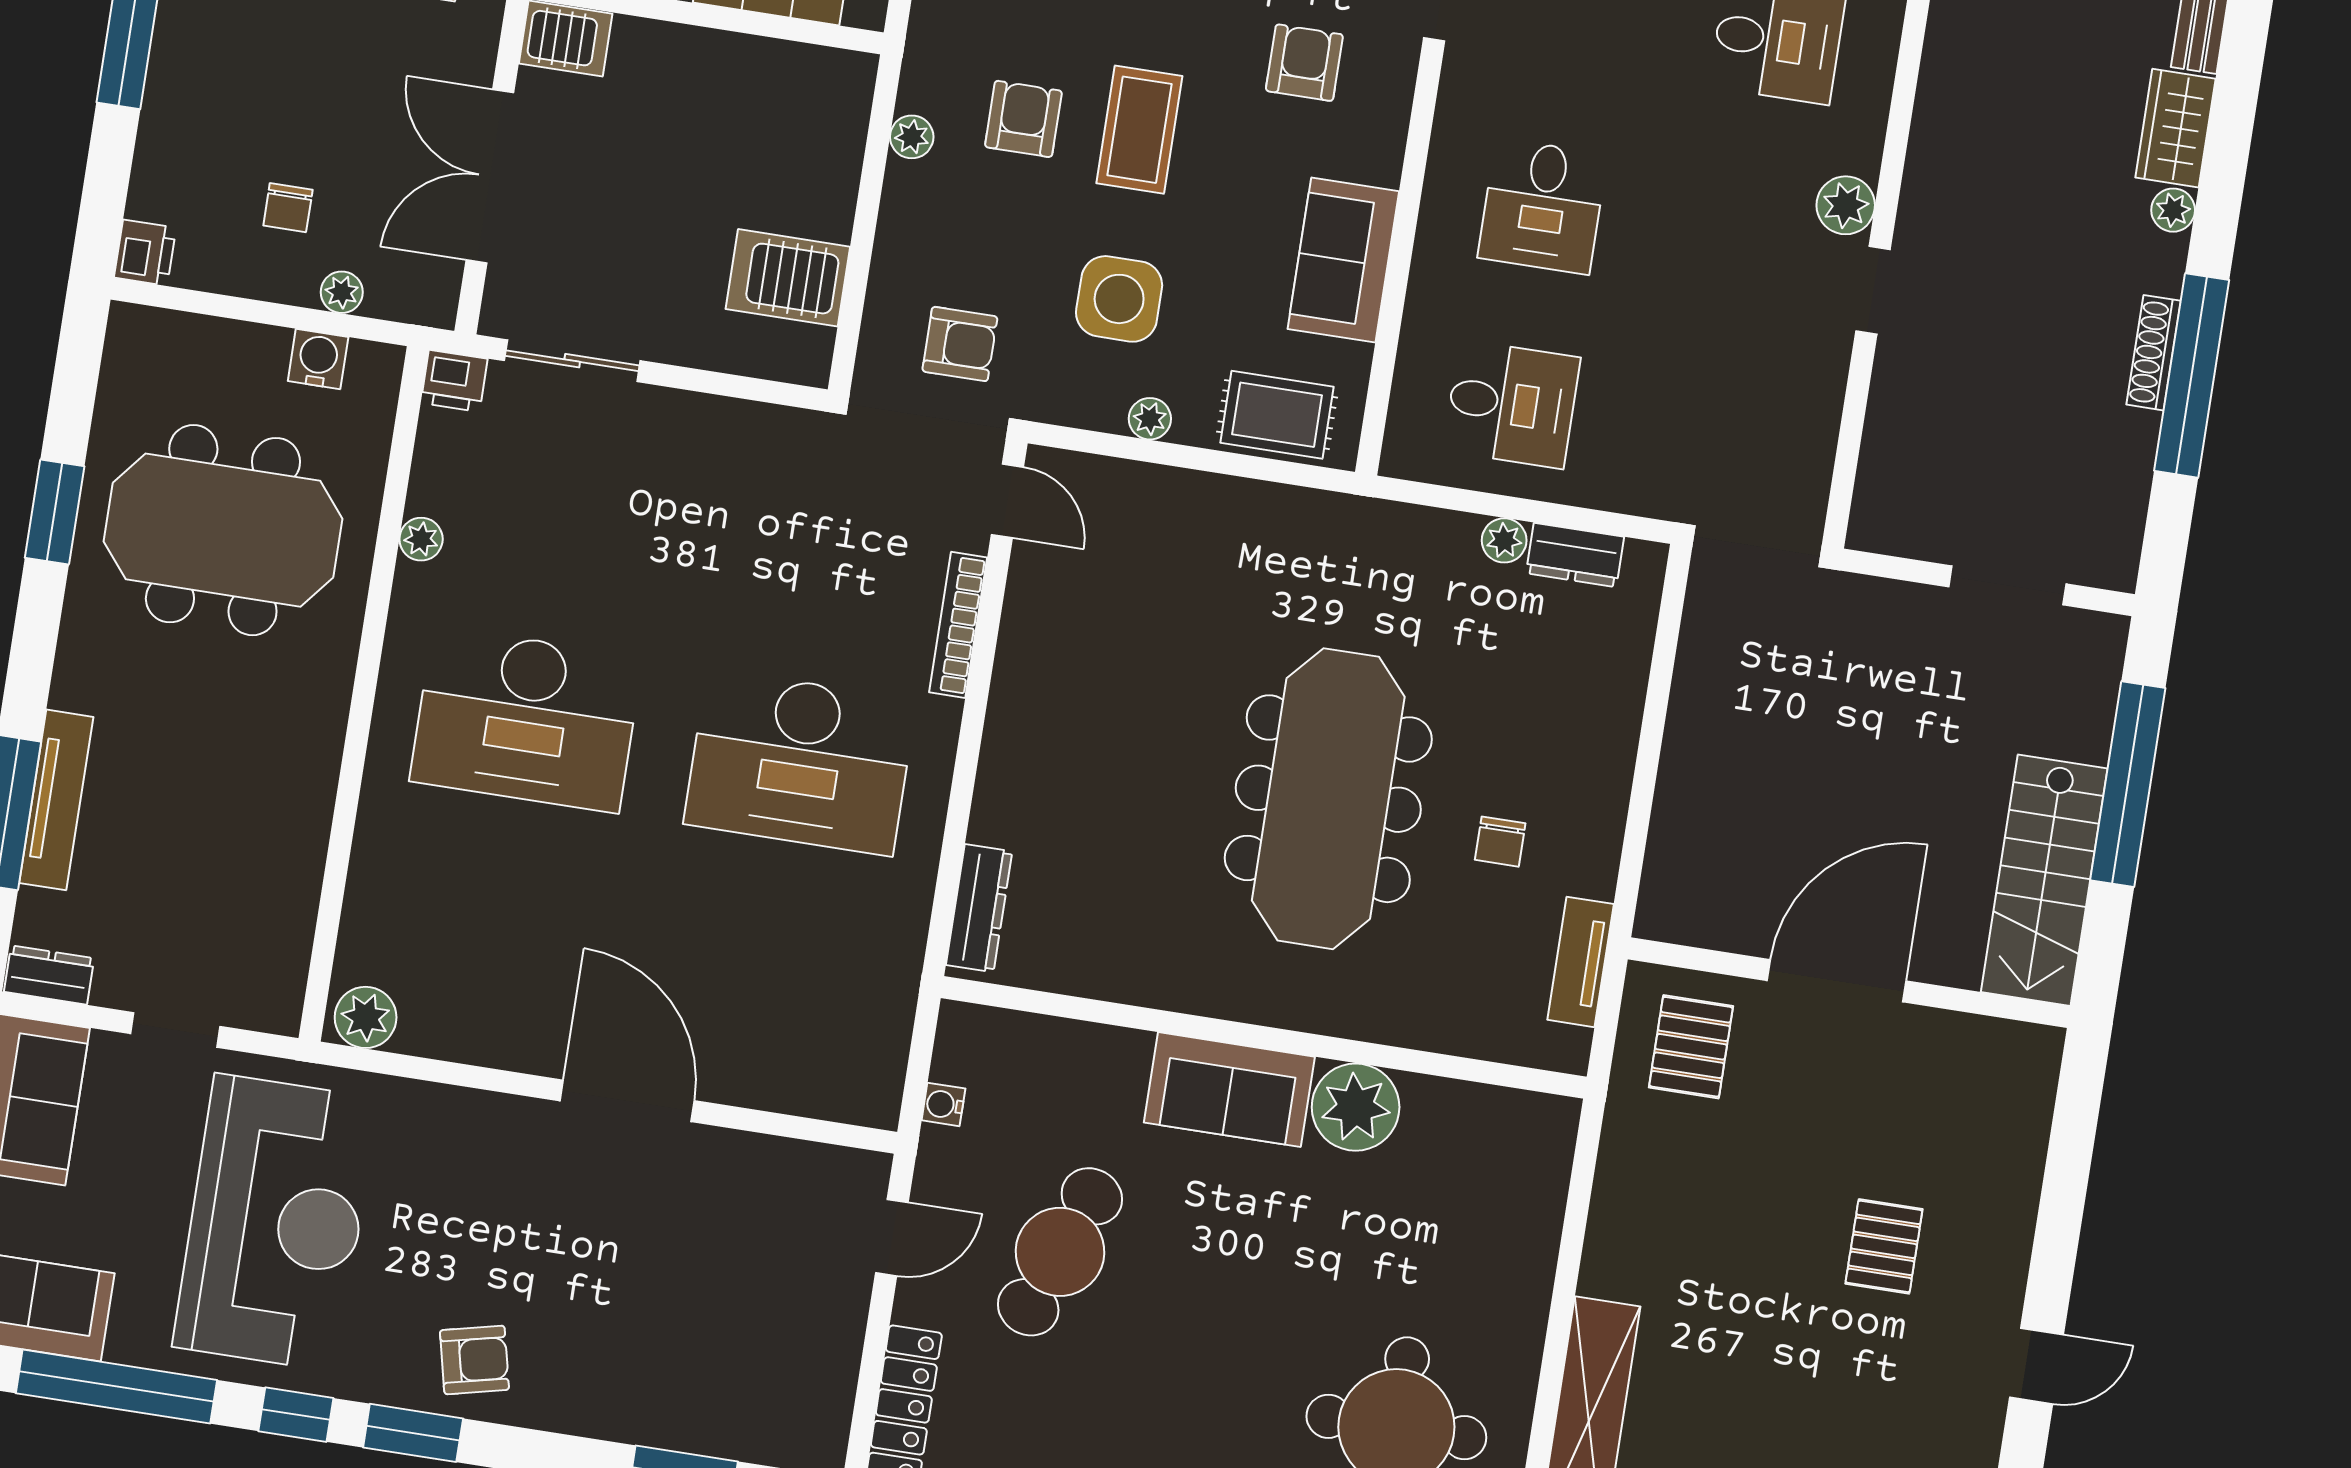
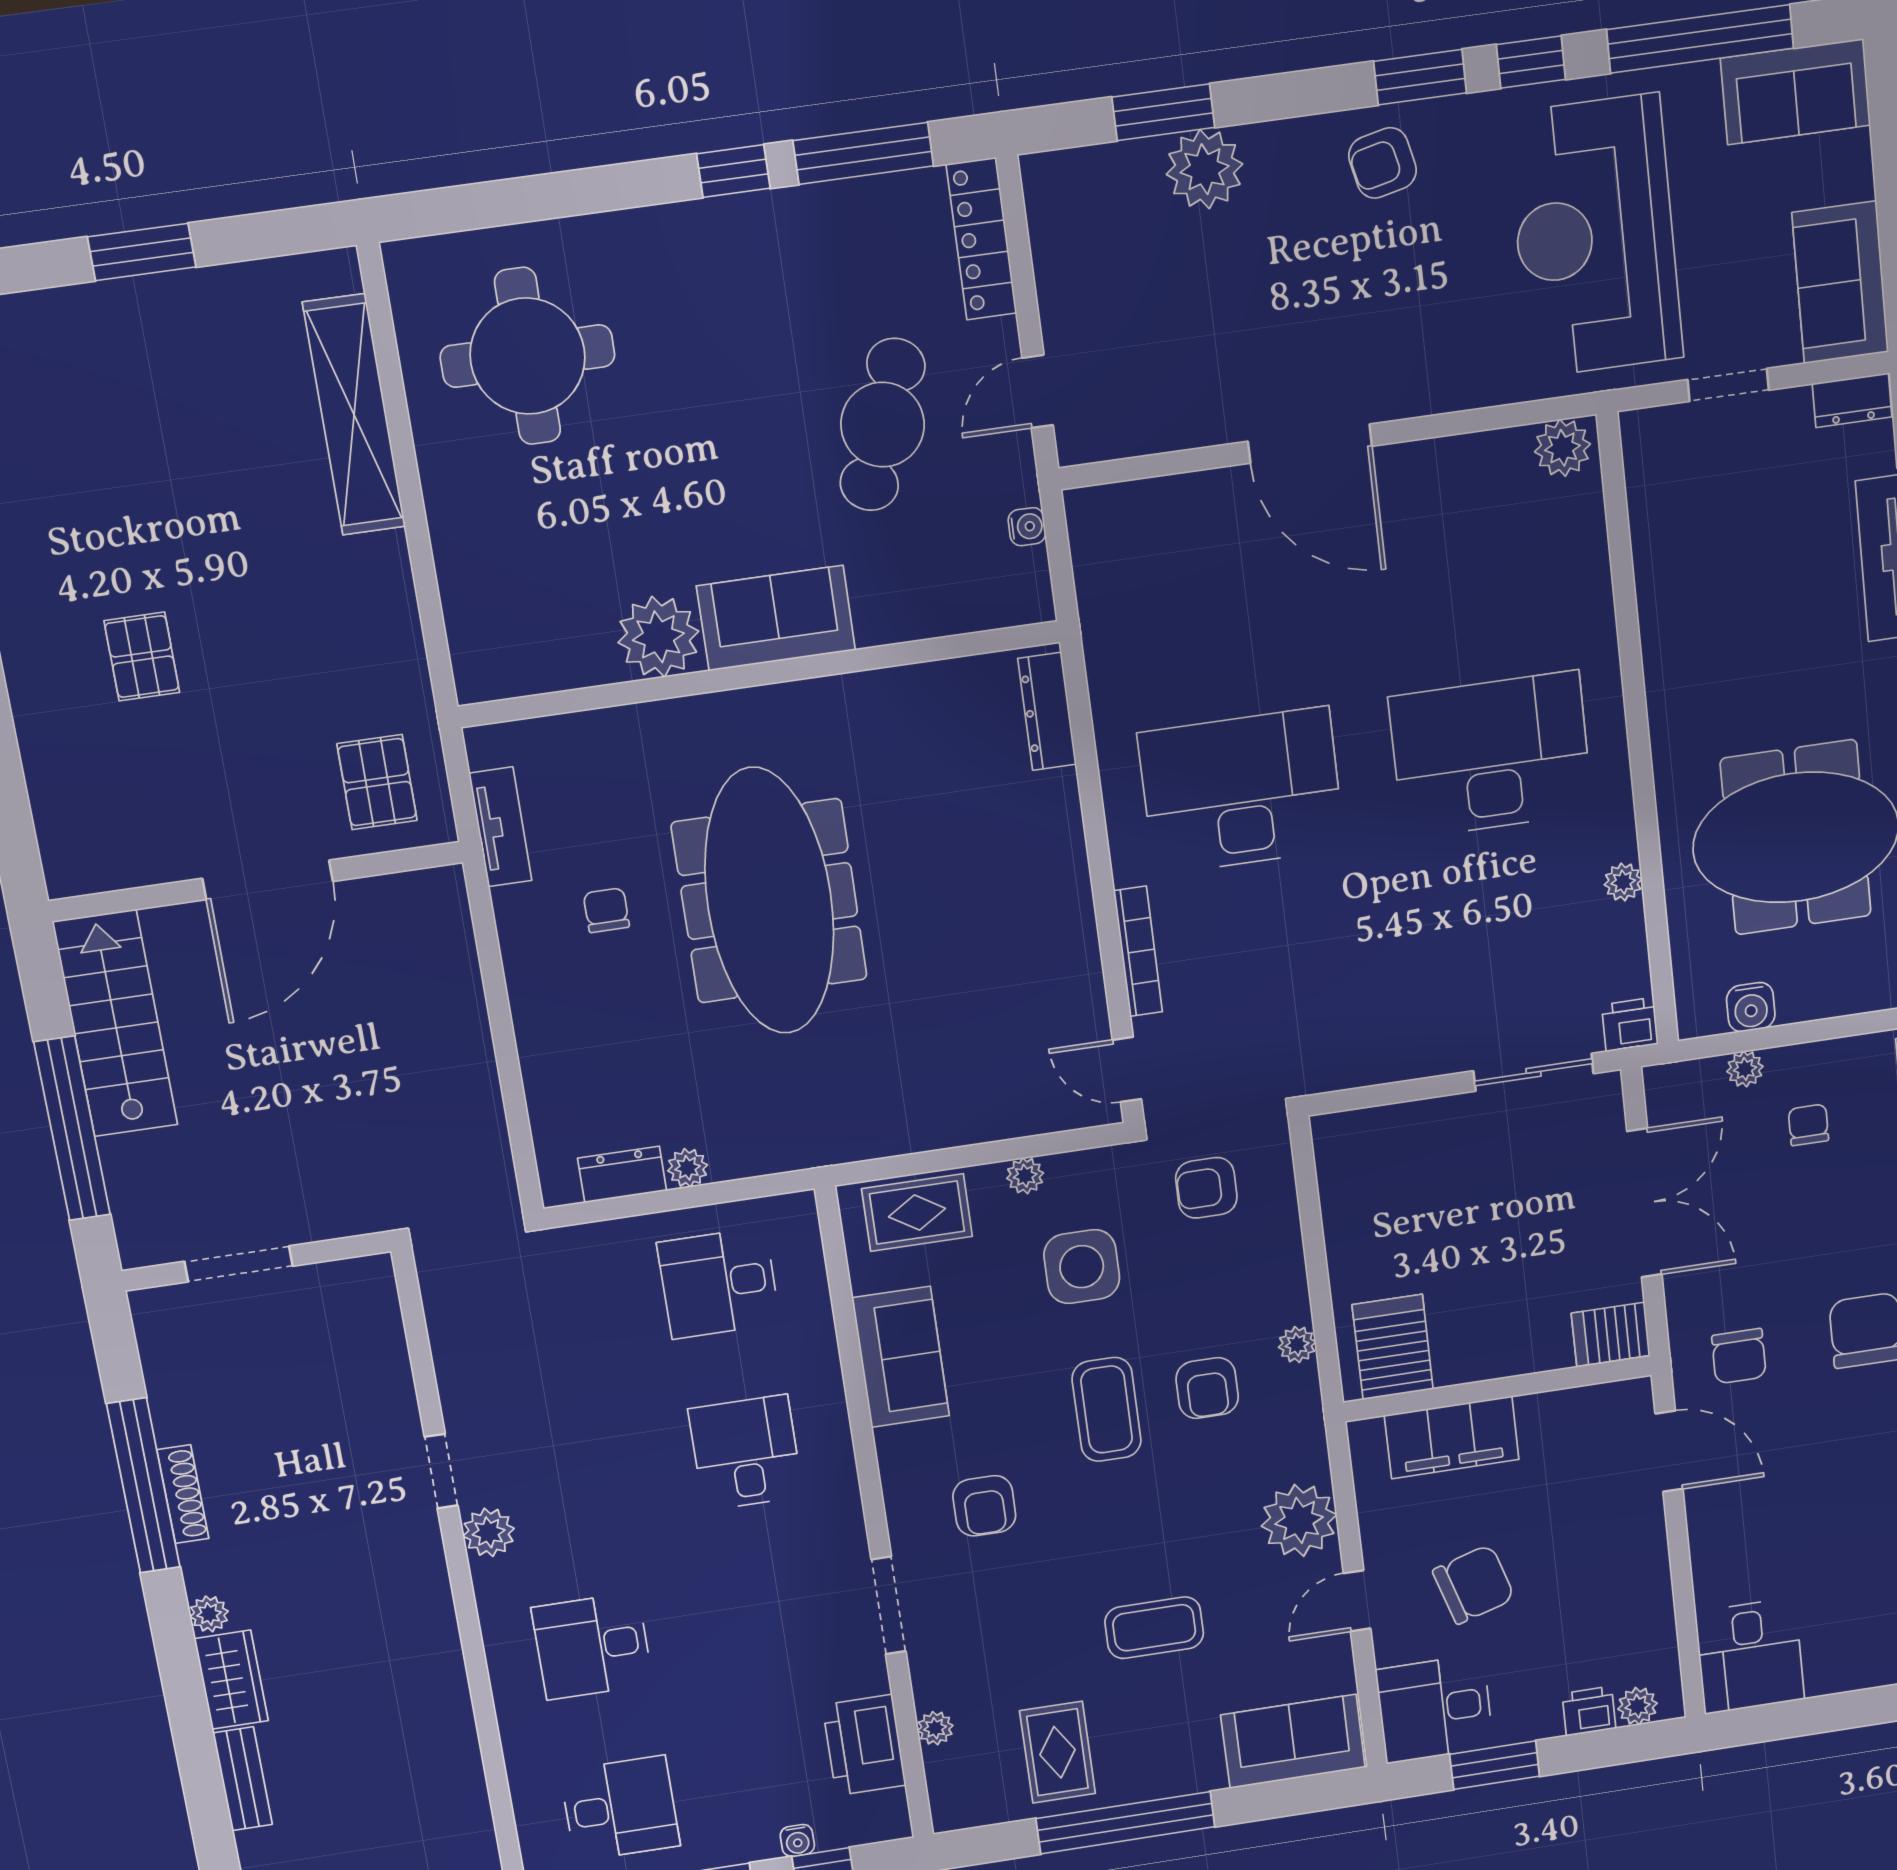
server rack: (788, 278) -> (1393, 1347), moved, turned -90
plant: (658, 1407) -> (1205, 169), added

